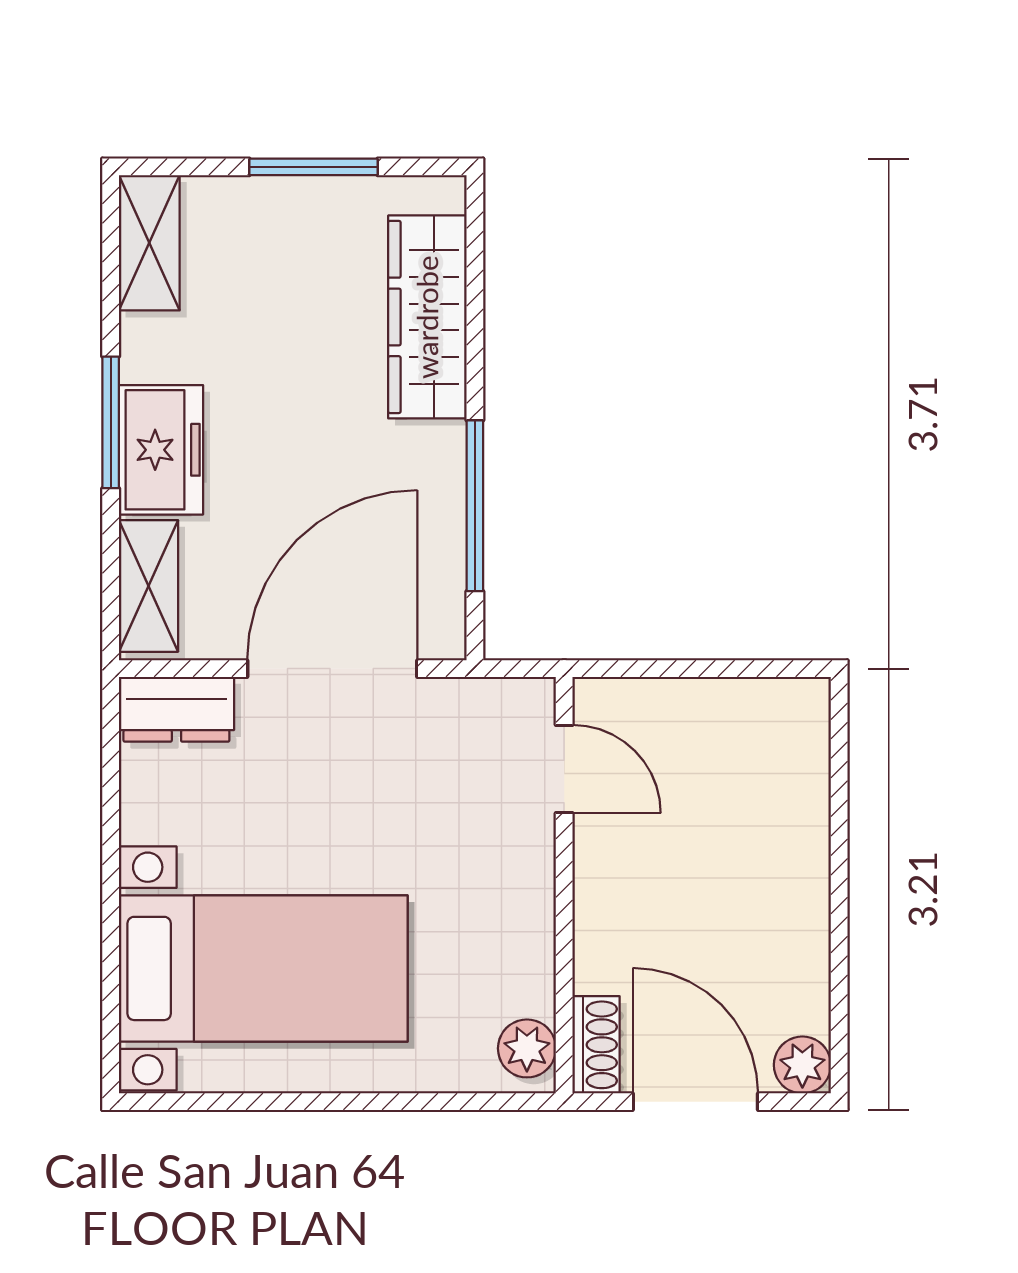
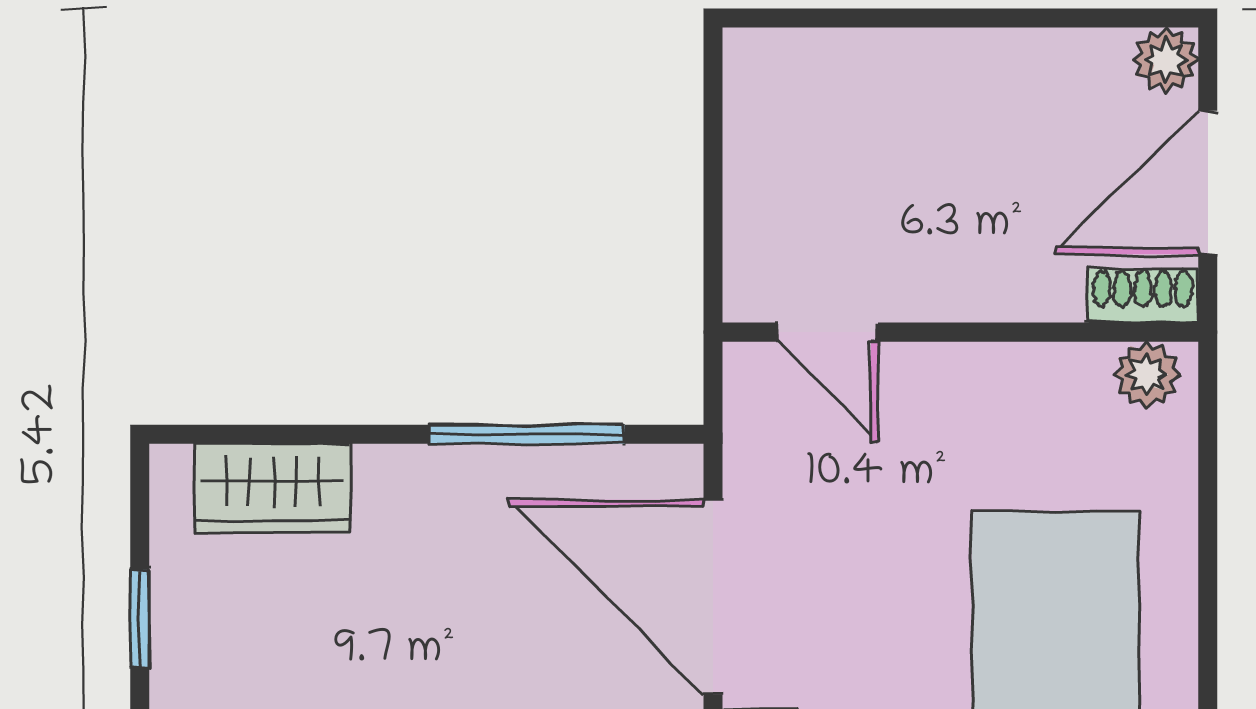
window: (313, 167) -> (140, 619), width x0.67
wardrobe: (427, 317) -> (273, 488), width x0.67
door: (564, 769) -> (828, 332), swing flipped

